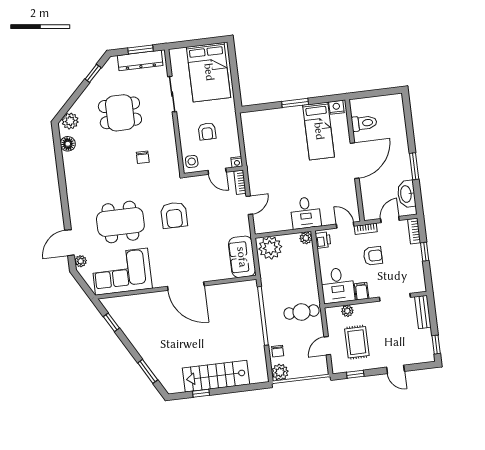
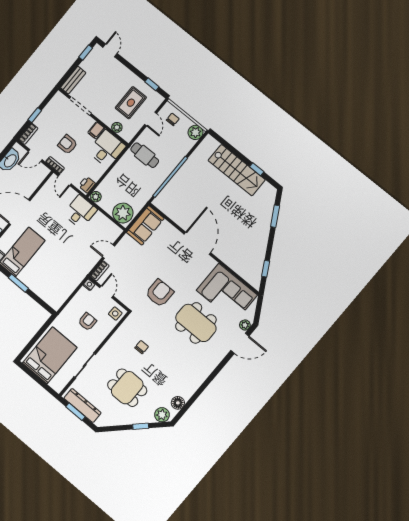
window: (93, 73) -> (141, 426), moved
door: (327, 346) -> (151, 119), hinge flipped
chair: (278, 351) -> (173, 119), moved
door: (396, 369) -> (110, 50), moved

